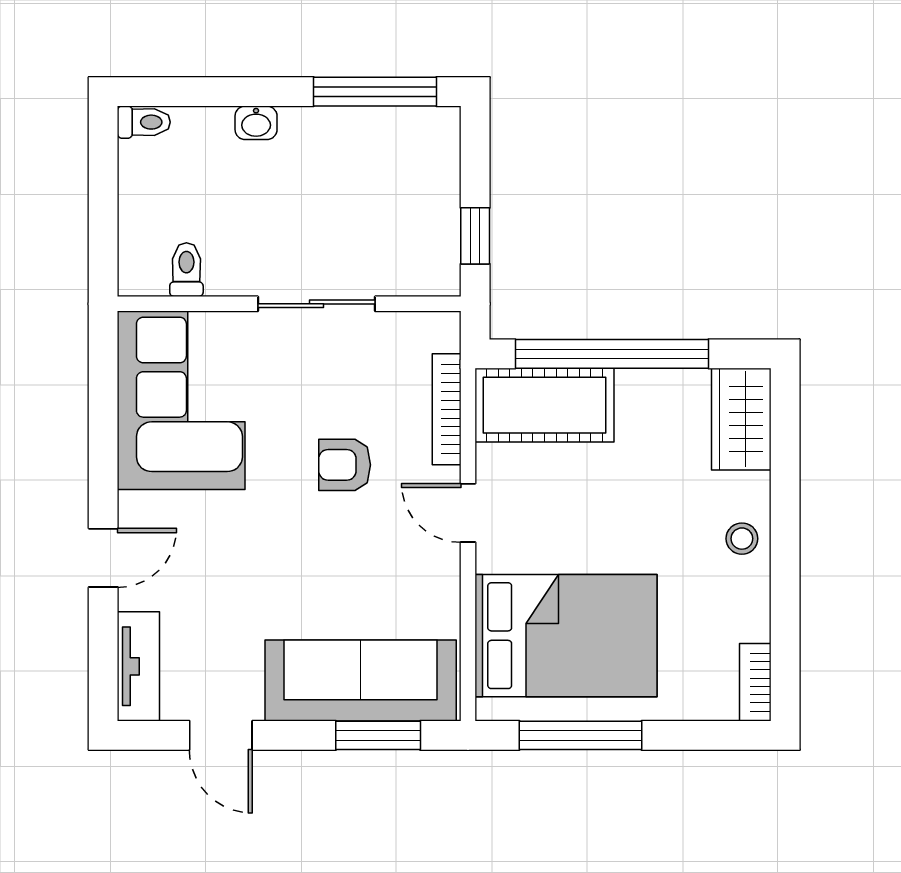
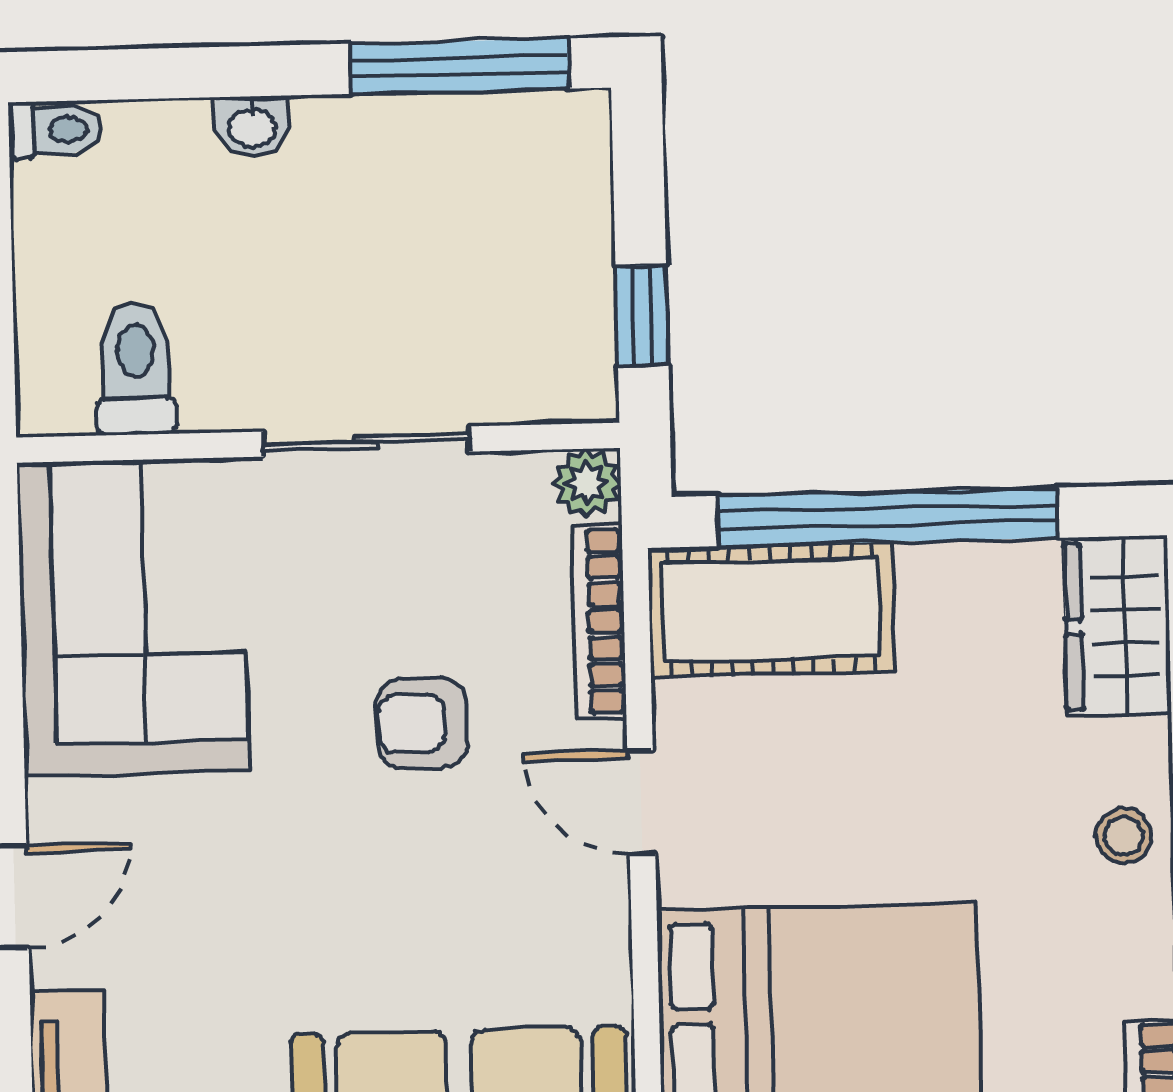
toilet: (186, 270) -> (136, 369), width x1.37, depth x1.39
plant: (441, 330) -> (587, 483), added

